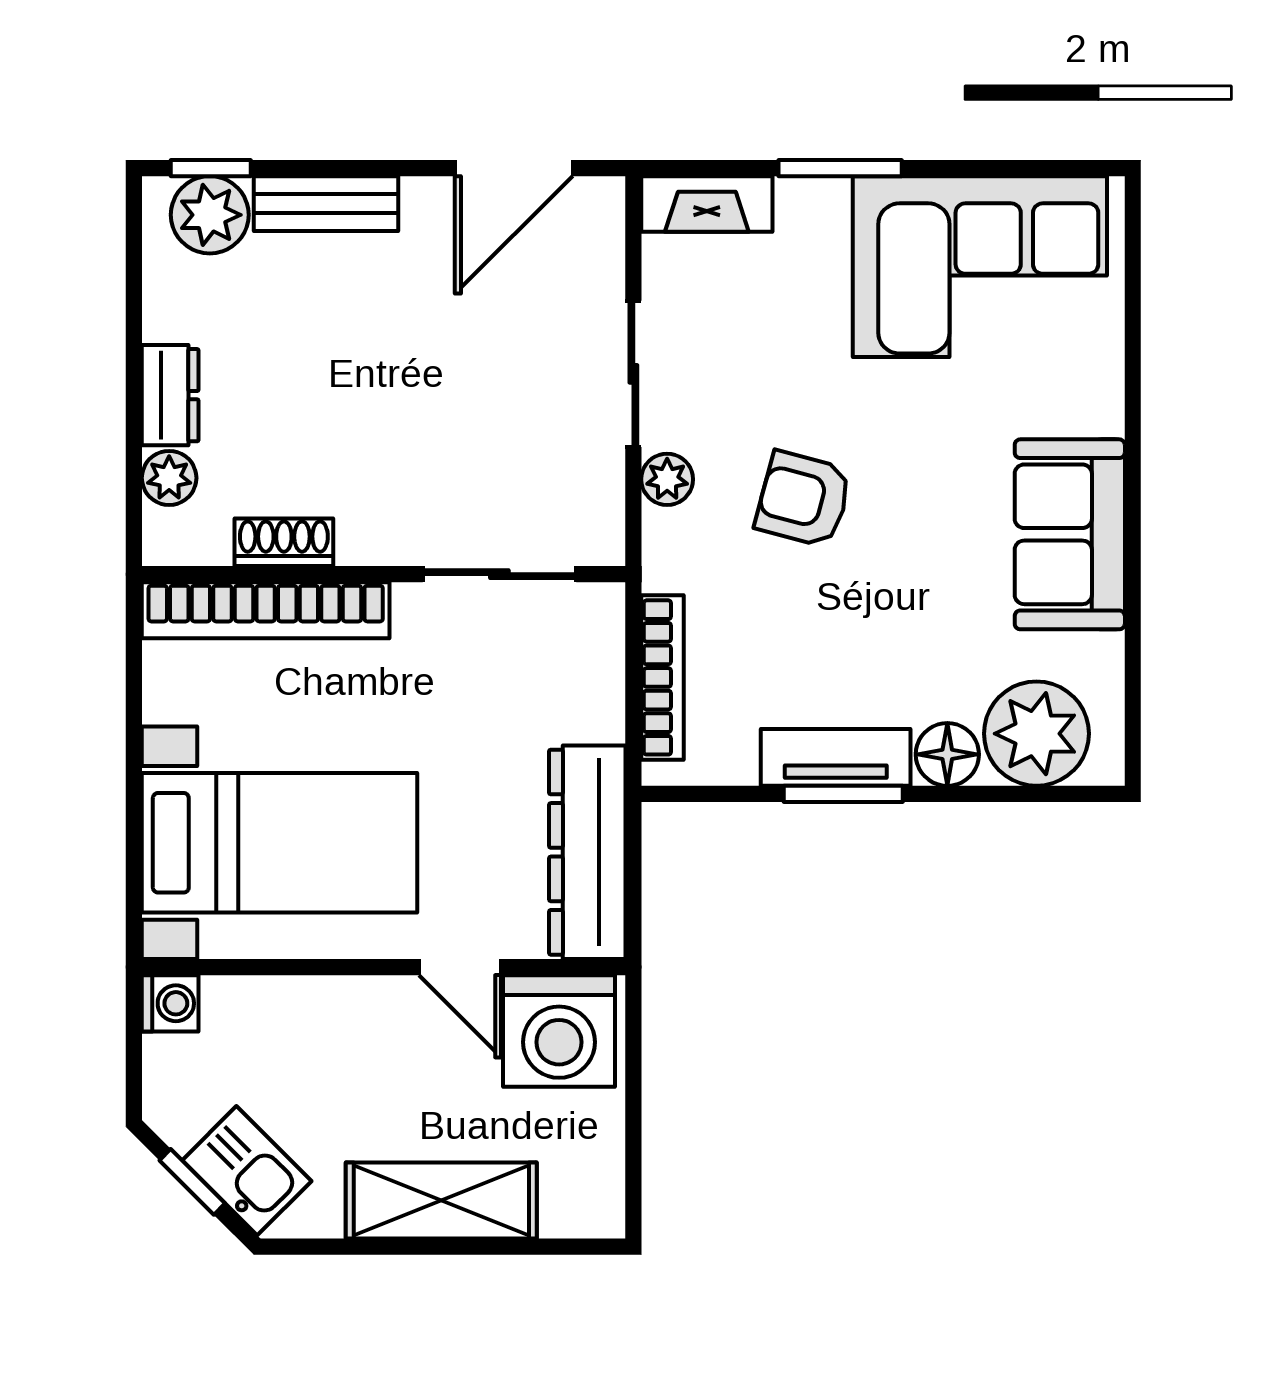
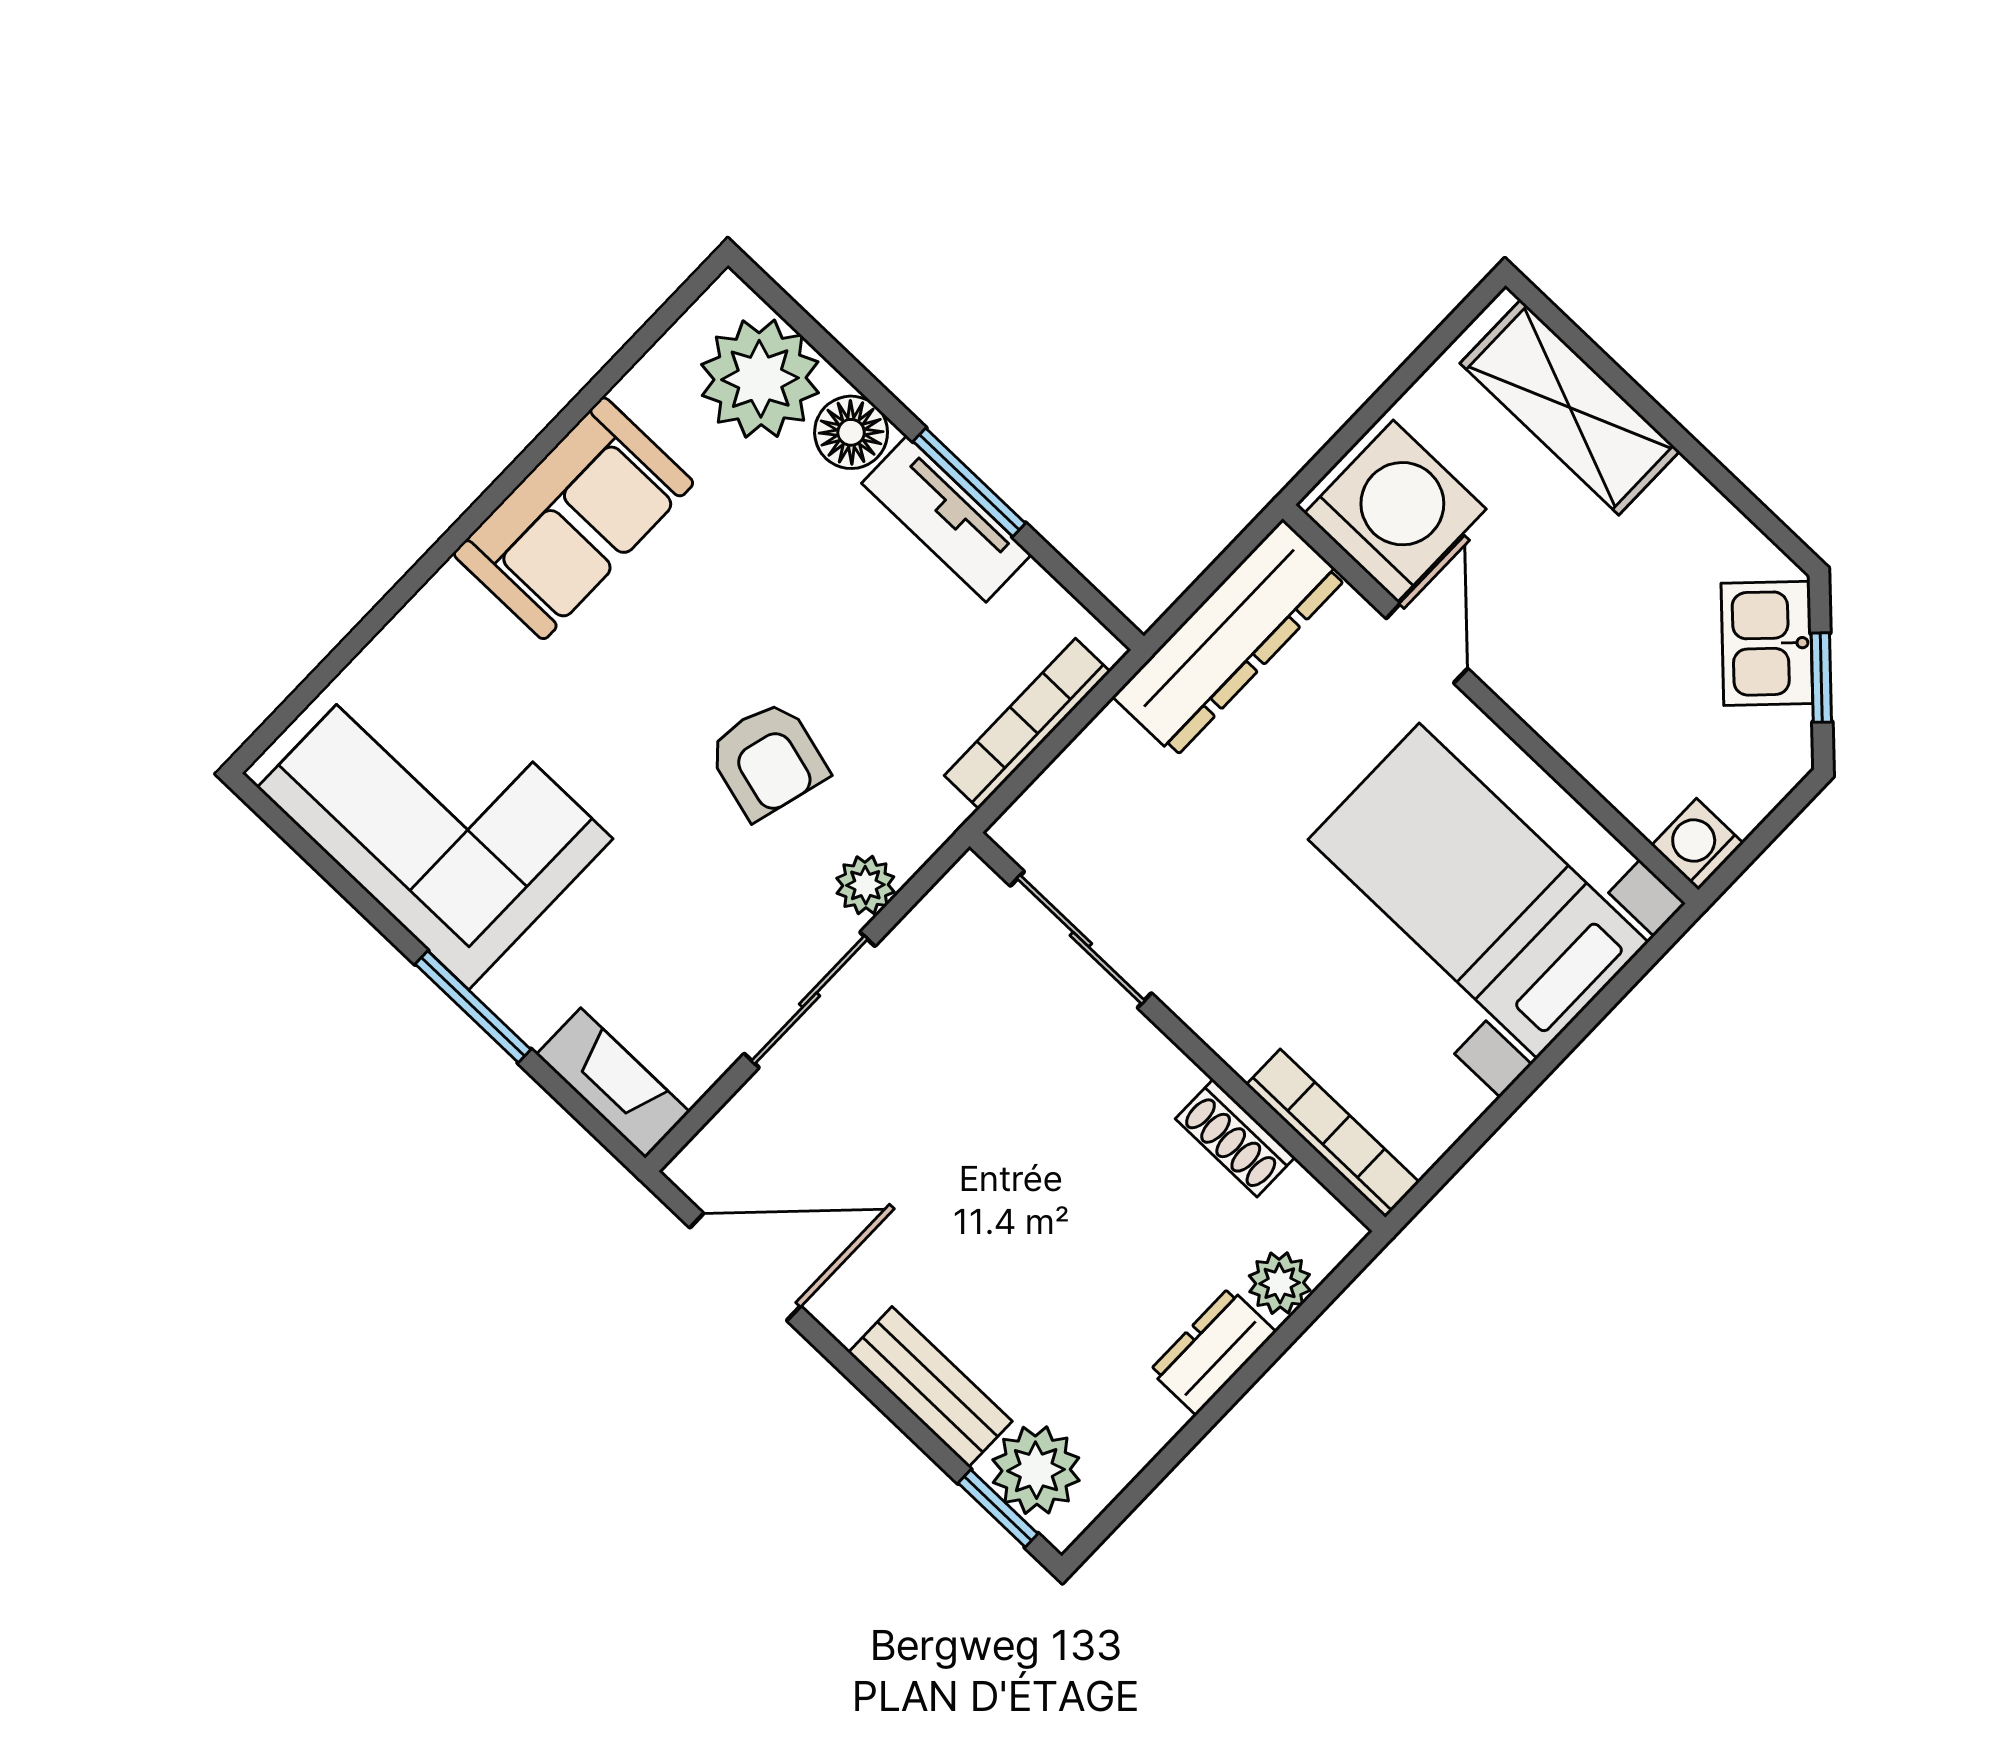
bookcase: (266, 610) -> (1333, 1133), width x0.68, depth x0.76
shelving: (441, 1201) -> (1570, 407), moved

